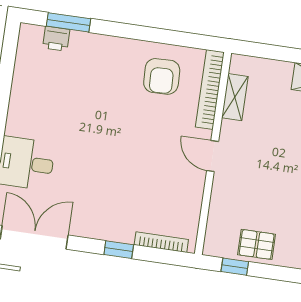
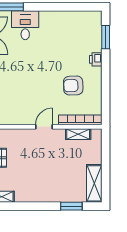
printer: (56, 39) -> (96, 59), moved
armchair: (162, 76) -> (73, 86), moved

